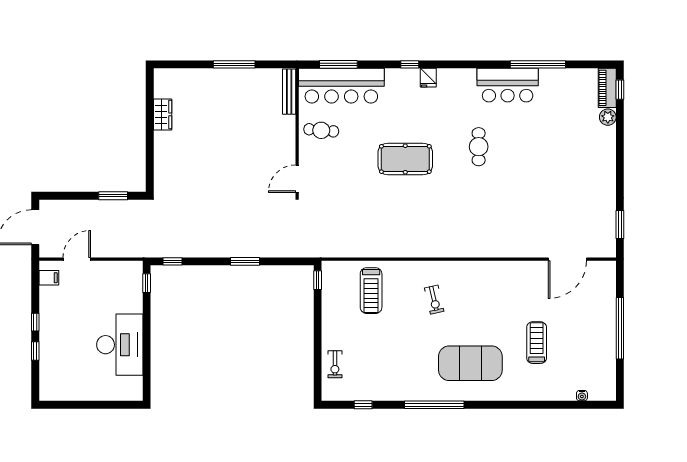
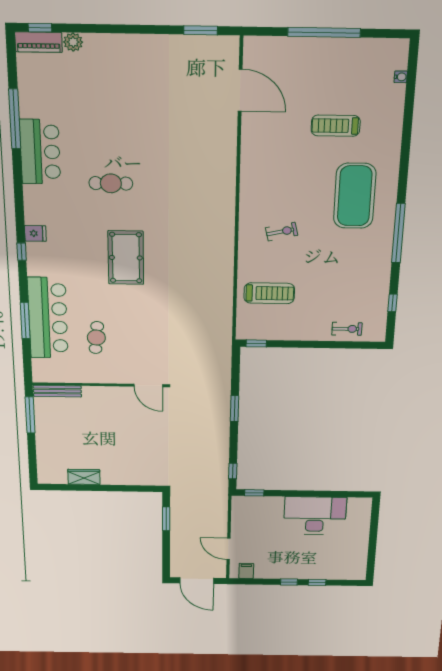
bench: (289, 92) -> (57, 391), moved
wall: (297, 132) -> (100, 385), moved
door: (297, 179) -> (148, 385), moved

